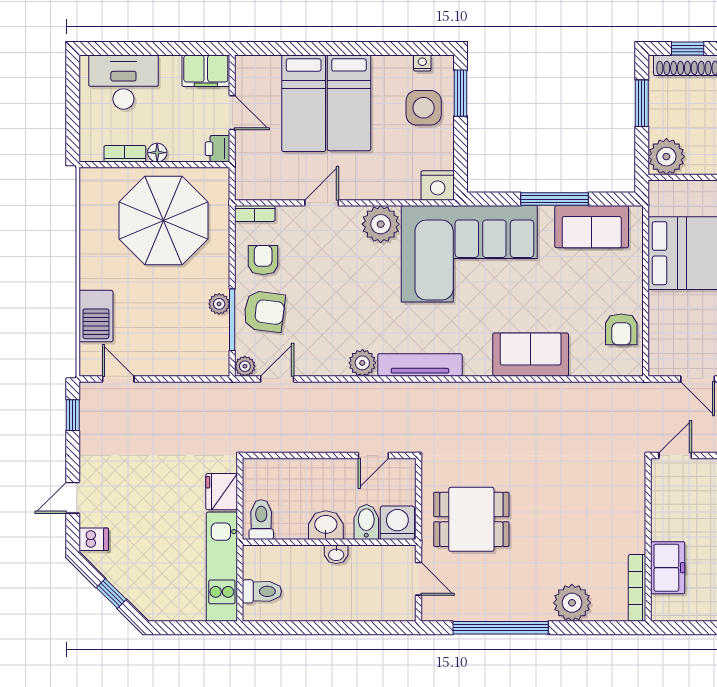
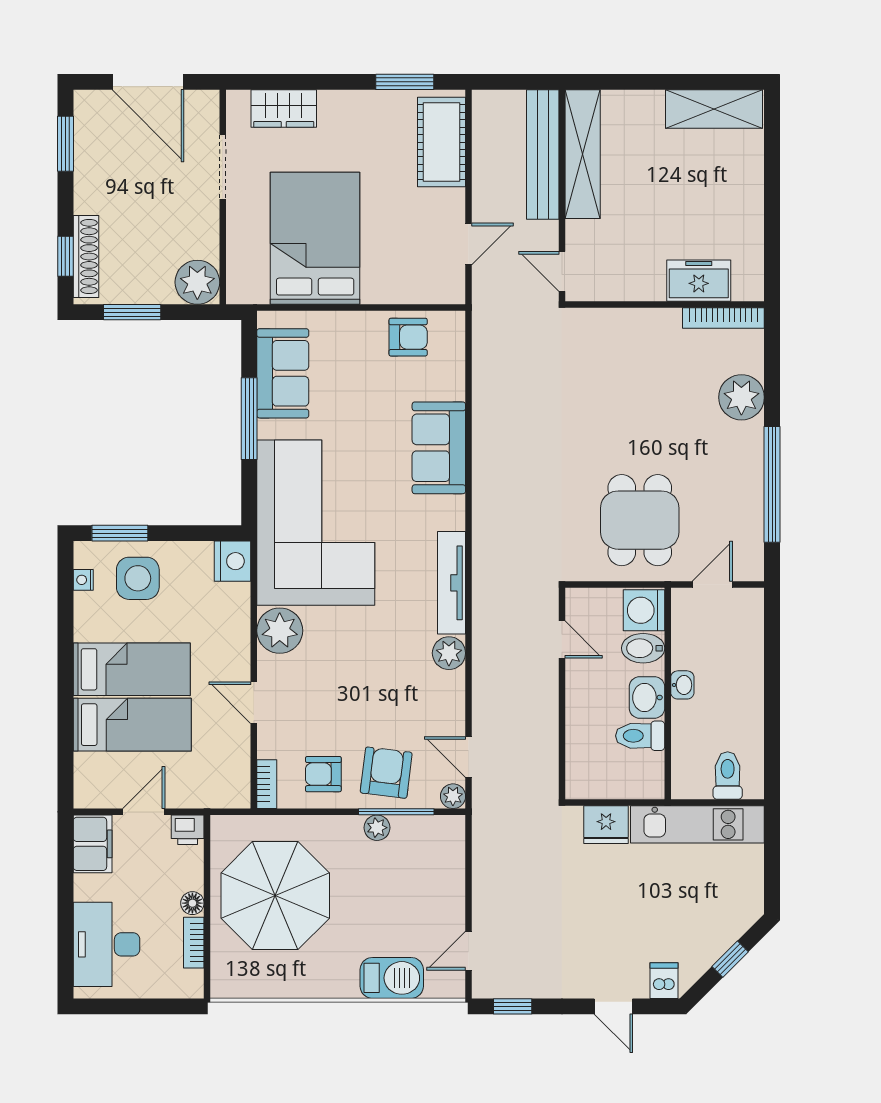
toilet: (261, 520) -> (640, 736), moved

